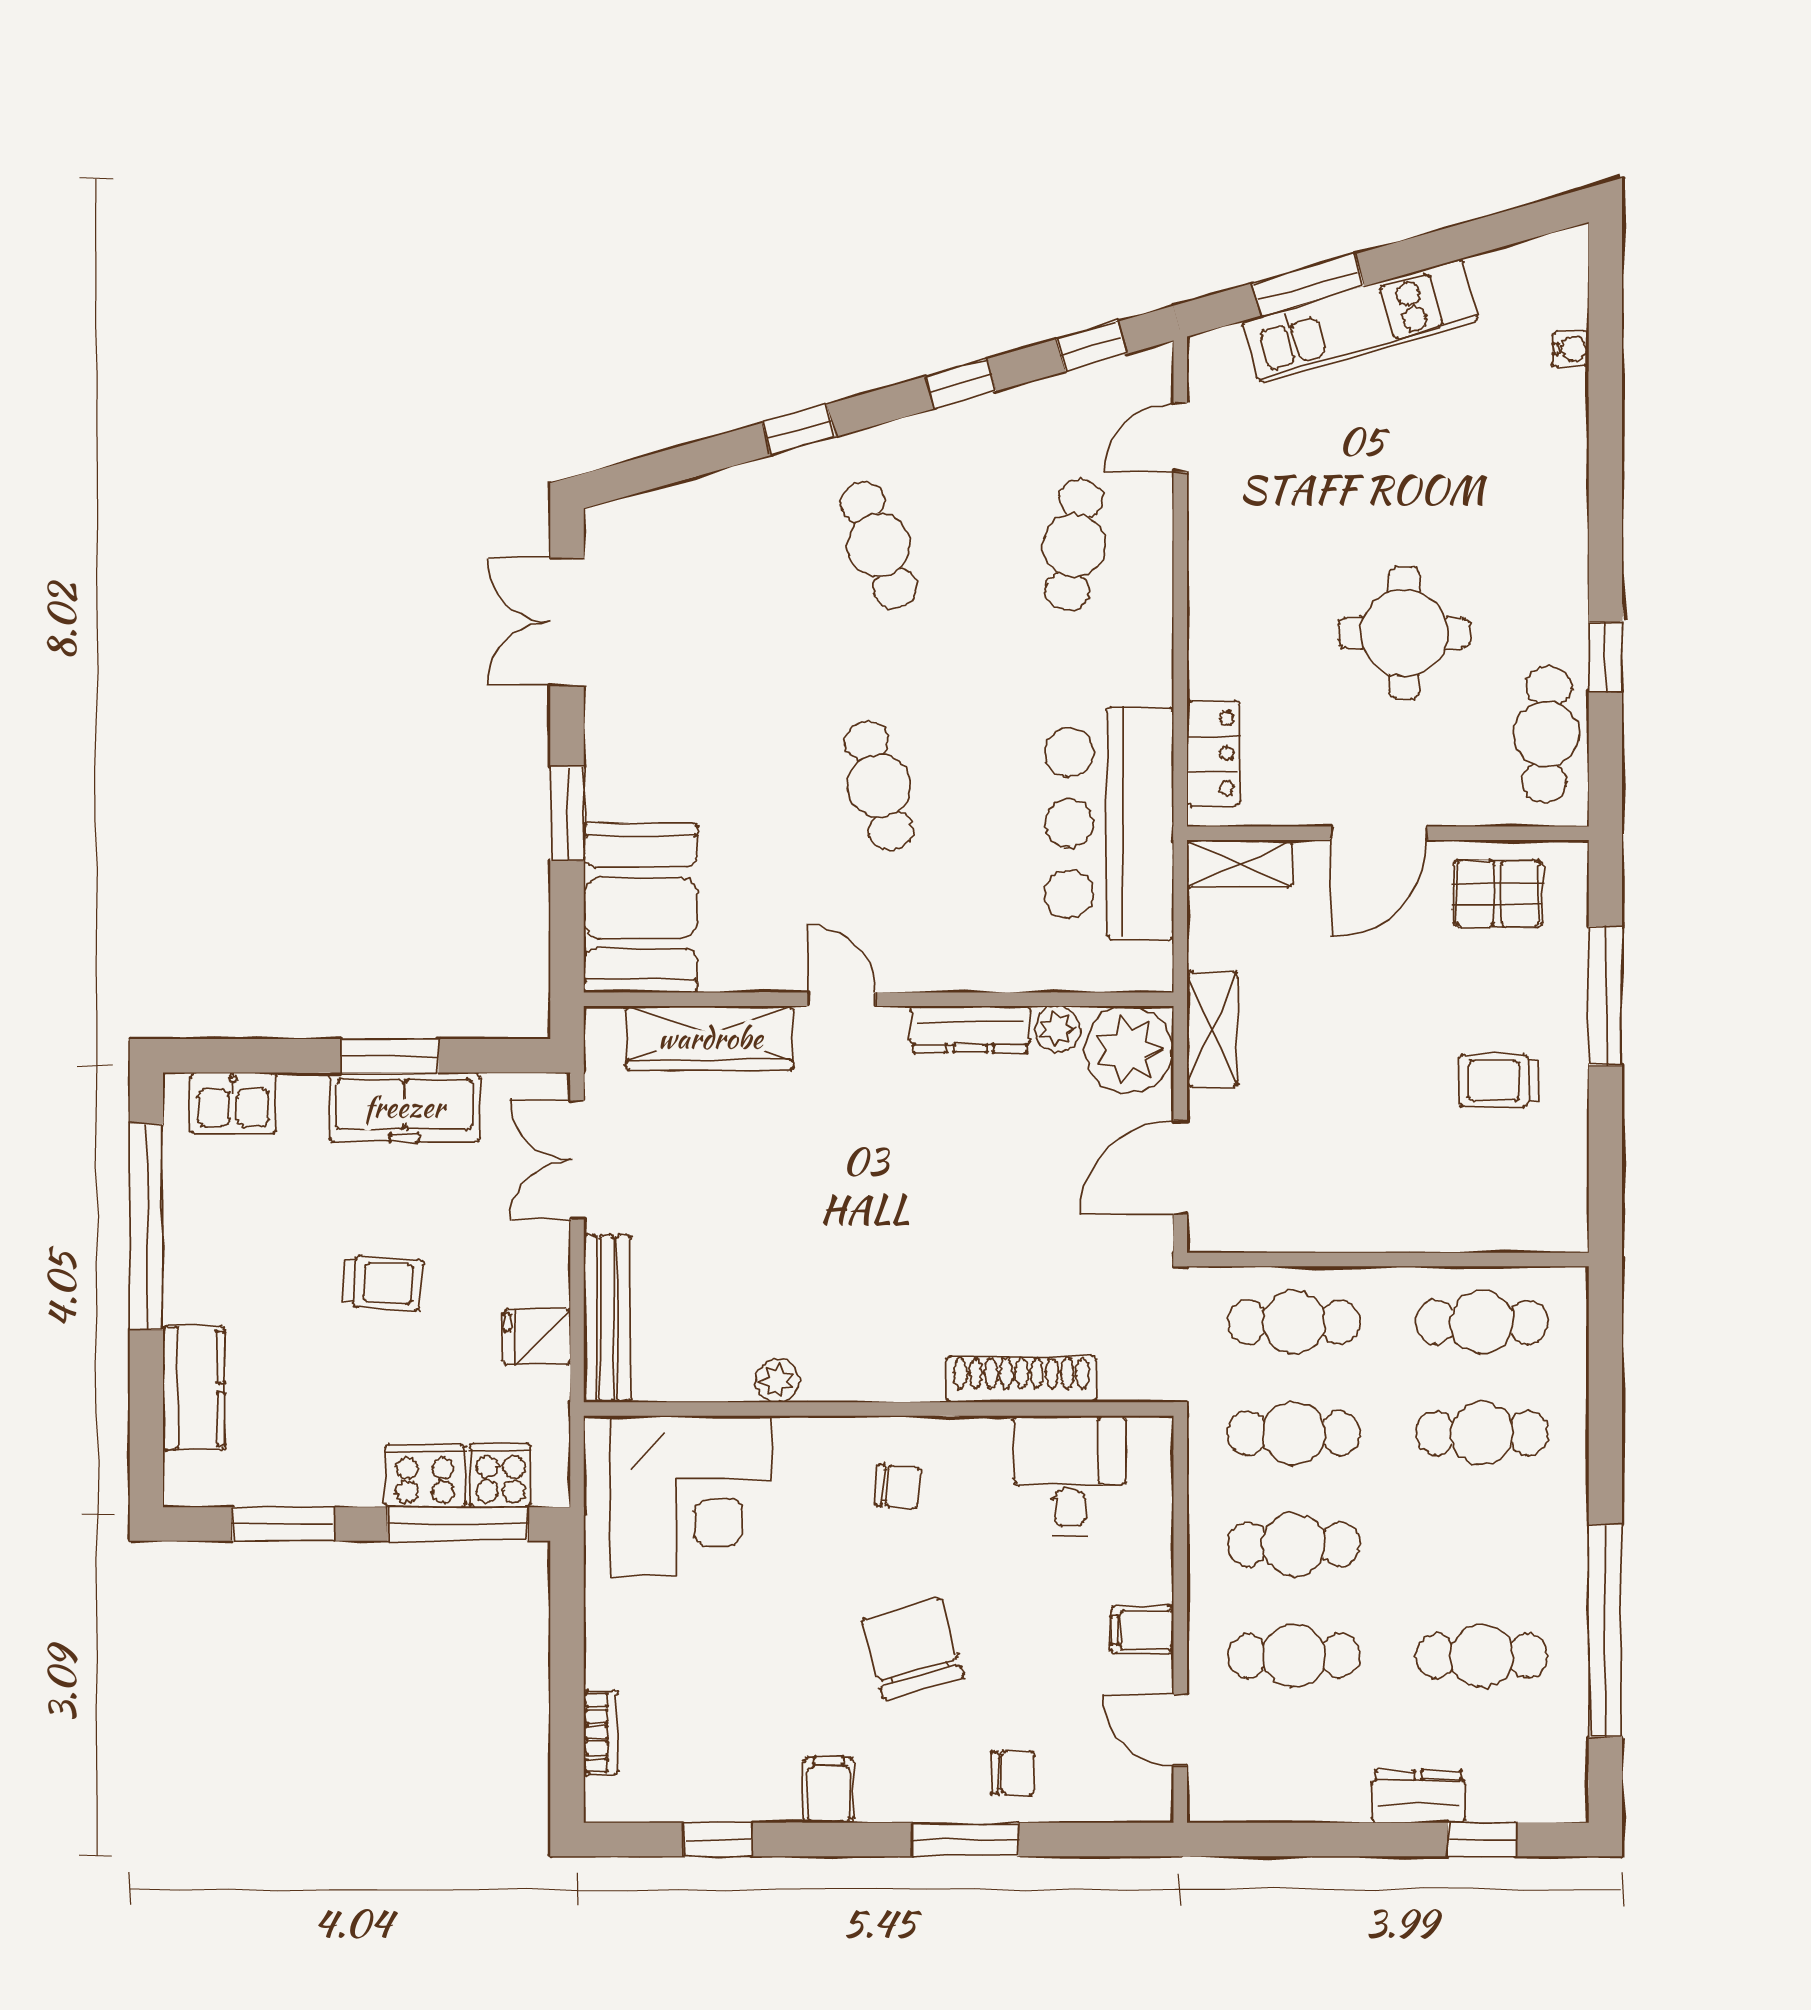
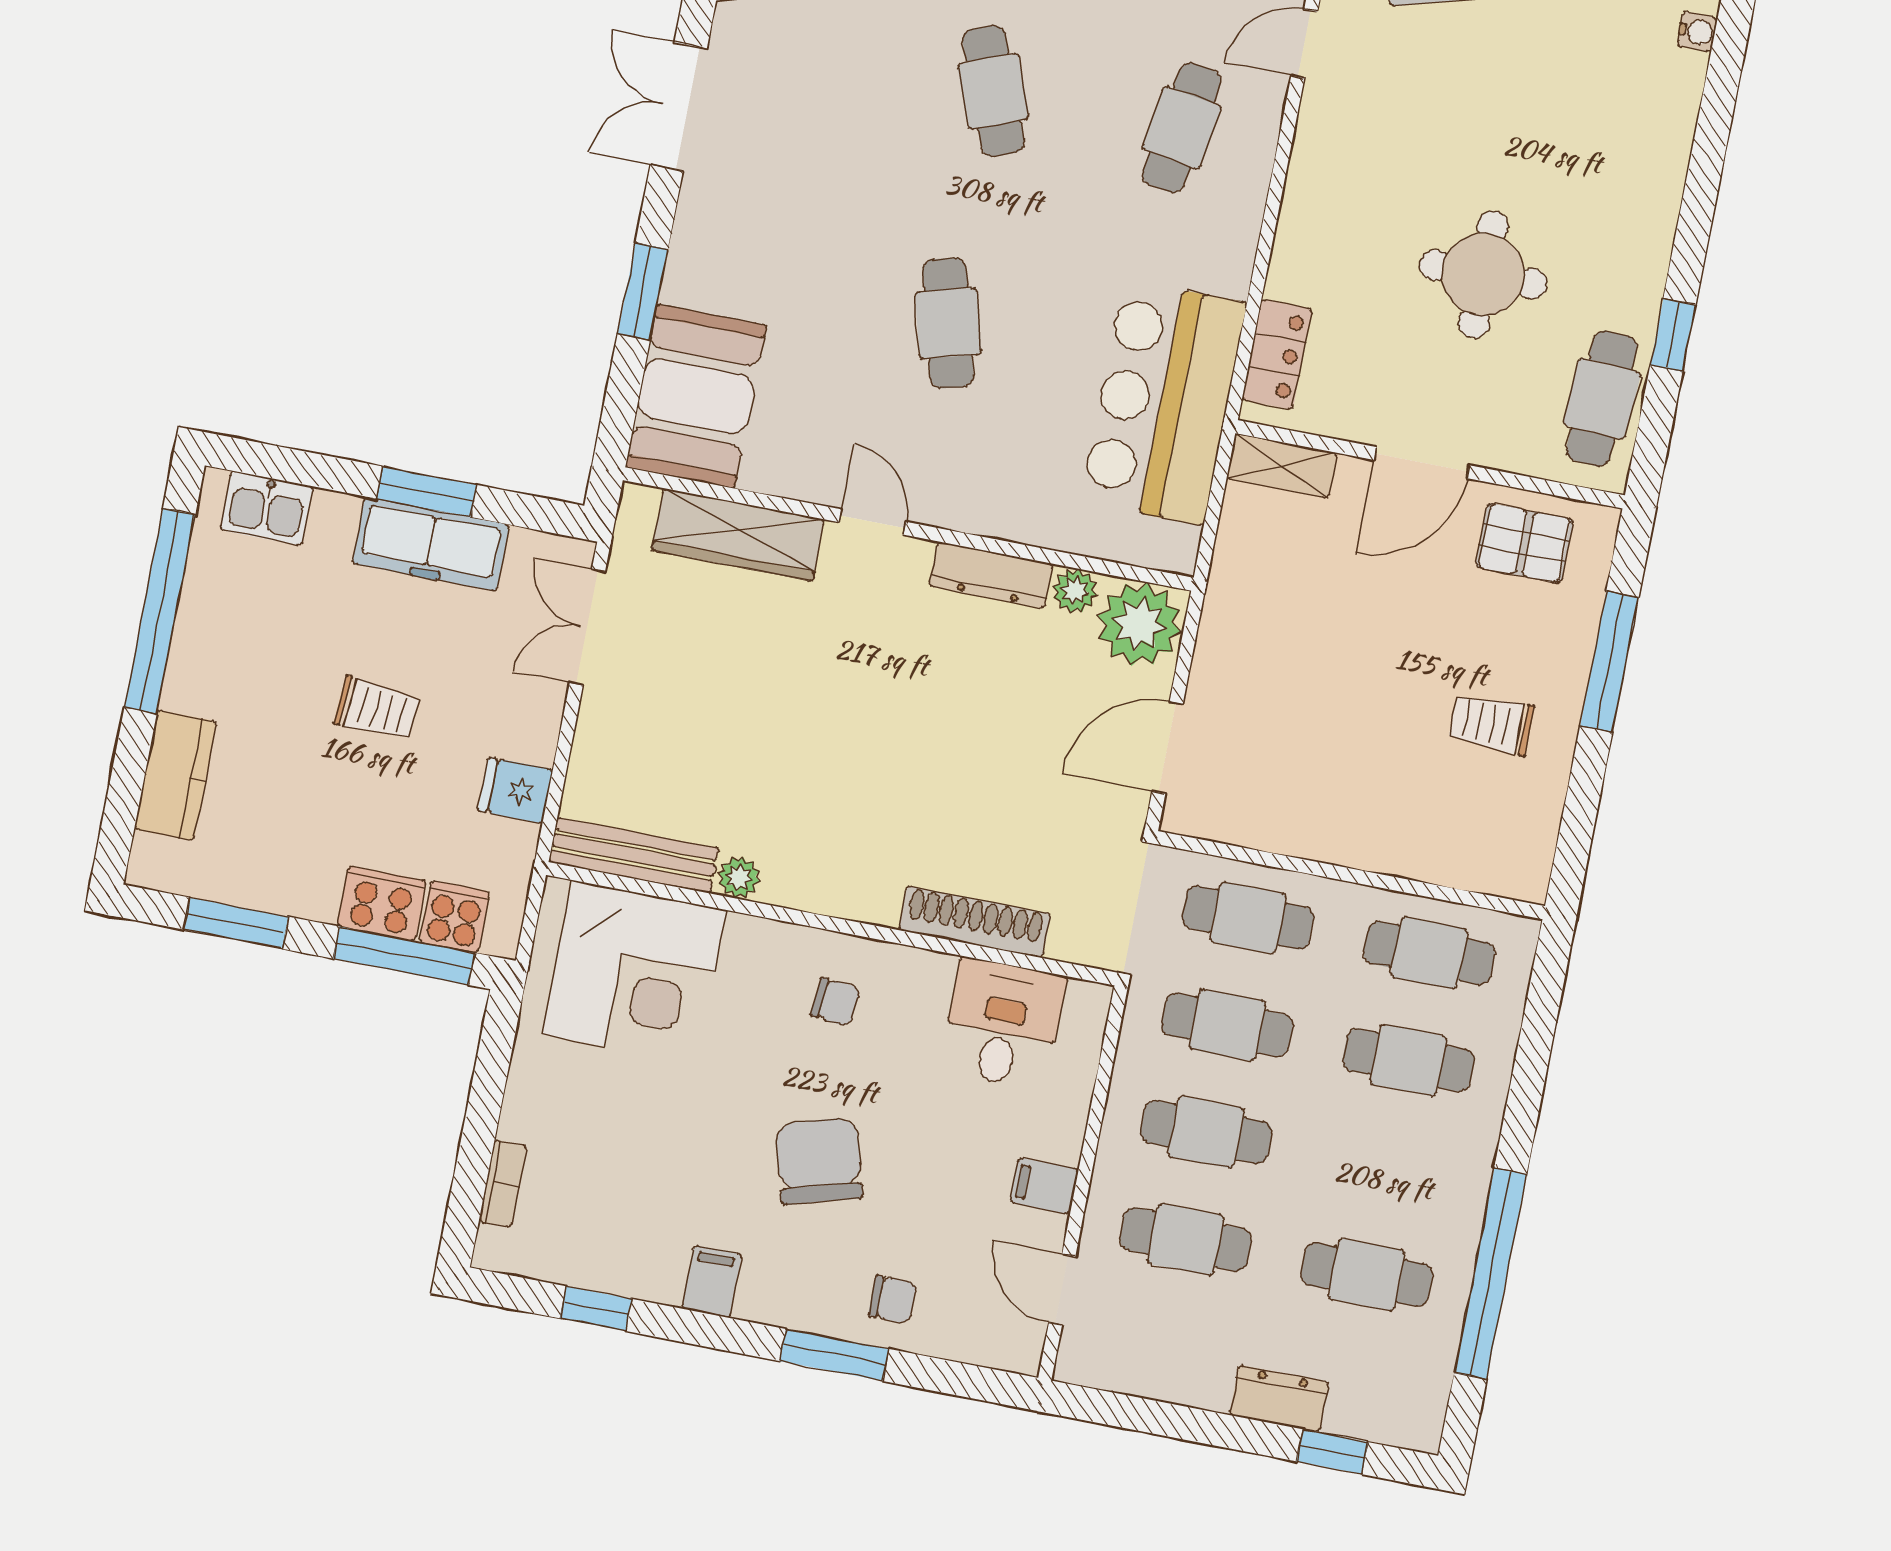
shelving: (1213, 1029) -> (1224, 620), removed
bench: (607, 1318) -> (634, 855), moved, turned 90

